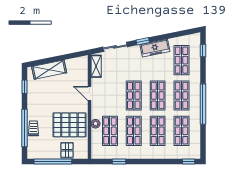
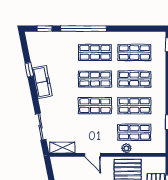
window: (143, 41) -> (29, 70), moved
shop shelf: (181, 60) -> (55, 52), removed
door: (90, 93) -> (93, 155), hinge flipped
window: (203, 104) -> (84, 29), moved

